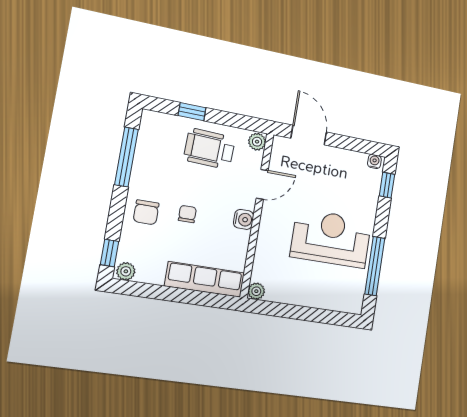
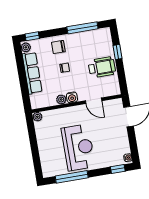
plant: (257, 142) -> (61, 100), moved
wheelchair: (209, 149) -> (102, 67), turned 88
row of seats: (205, 280) -> (32, 73), moved

